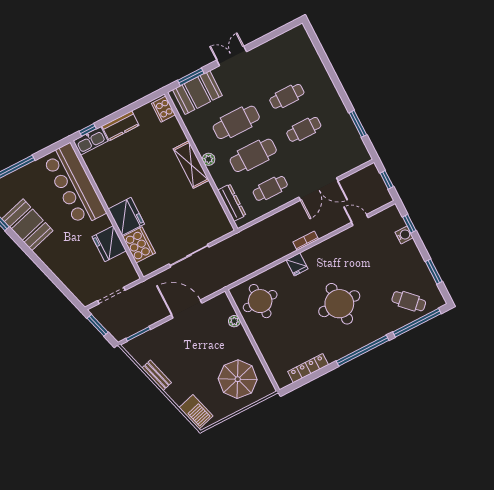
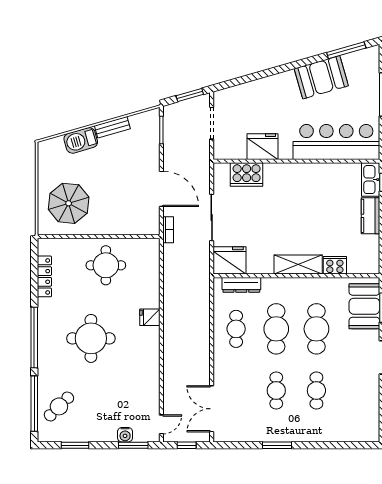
cooker: (163, 109) -> (335, 265), moved
window: (358, 124) -> (277, 445), moved
plant: (209, 159) -> (295, 284), removed
double door: (319, 189) -> (212, 409), moved
fridge: (126, 216) -> (229, 260), moved, turned 180
door: (360, 220) -> (161, 424), moved
window: (409, 224) -> (133, 445), width x1.50
bookcase: (306, 241) -> (168, 230), moved
round table: (260, 301) -> (106, 265), moved
door: (187, 309) -> (161, 189), hinge flipped
plant: (234, 321) -> (126, 229), removed
barbecue: (196, 412) -> (81, 140), moved

